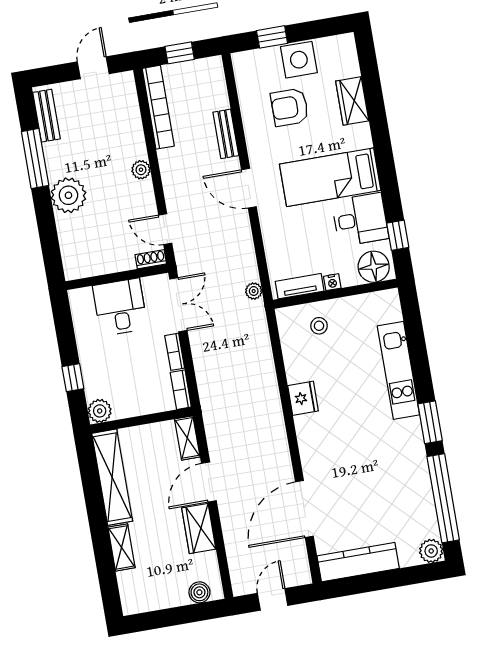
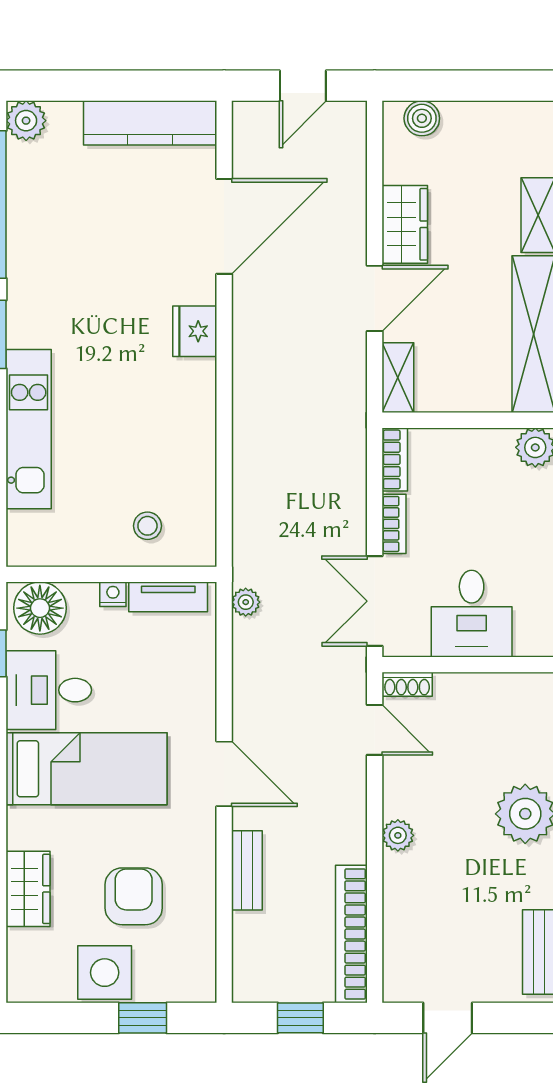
armchair: (290, 107) -> (134, 896), turned -90
fridge: (303, 398) -> (195, 331), moved

